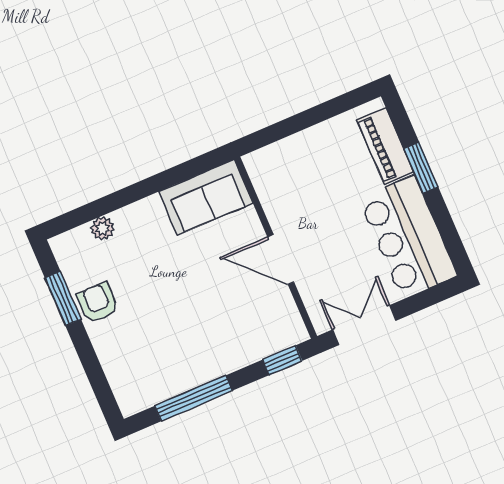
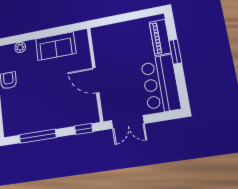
sofa: (206, 197) -> (56, 46), moved
double door: (364, 325) -> (128, 122), swing flipped

